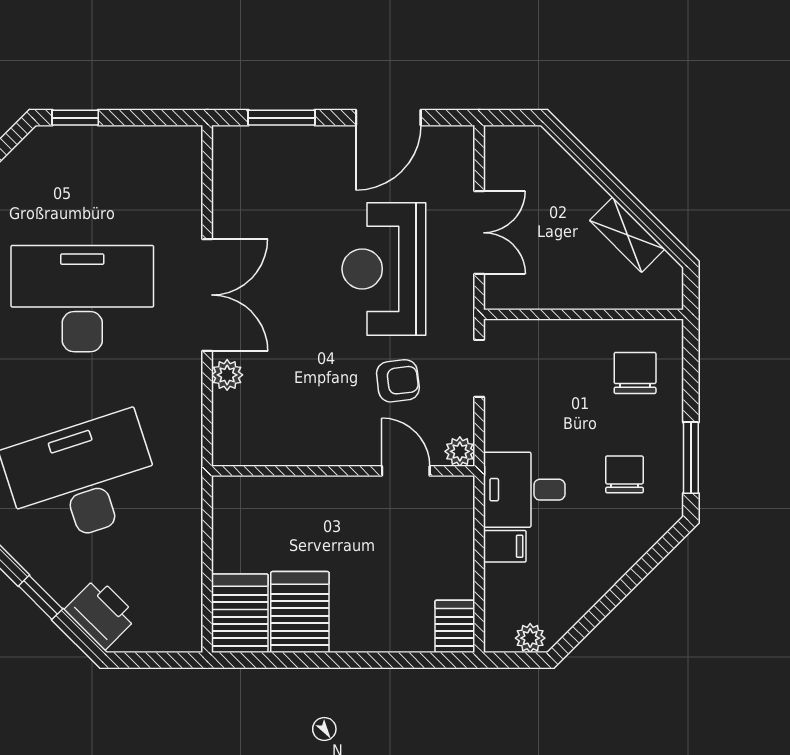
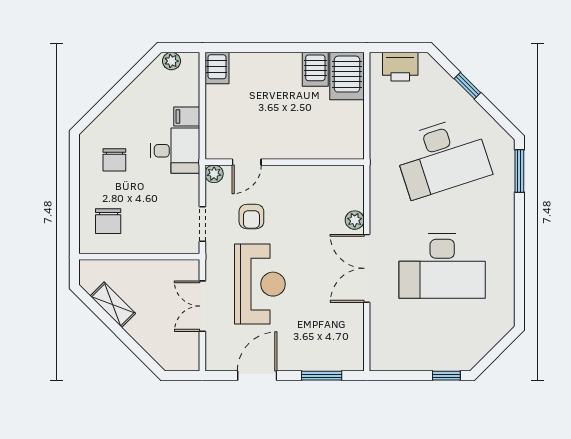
armchair: (398, 381) -> (251, 217), turned -83
window: (691, 458) -> (74, 170), removed
door: (406, 471) -> (247, 162), hinge flipped
server rack: (300, 612) -> (315, 69), width x0.73, depth x0.70
printer: (101, 613) -> (400, 67), moved, turned -45

